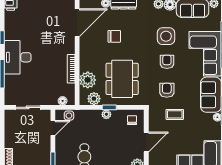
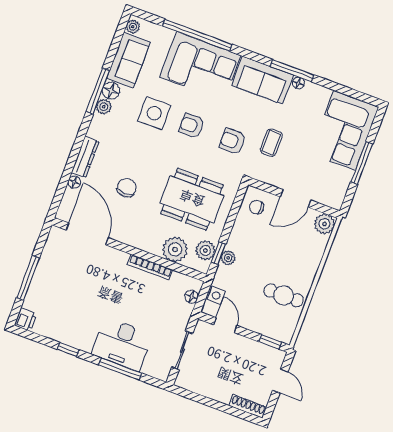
desk: (18, 57) -> (122, 344), moved
window: (109, 107) -> (218, 253), moved
plant: (106, 114) -> (228, 258), moved
door: (146, 142) -> (296, 198), swing flipped

